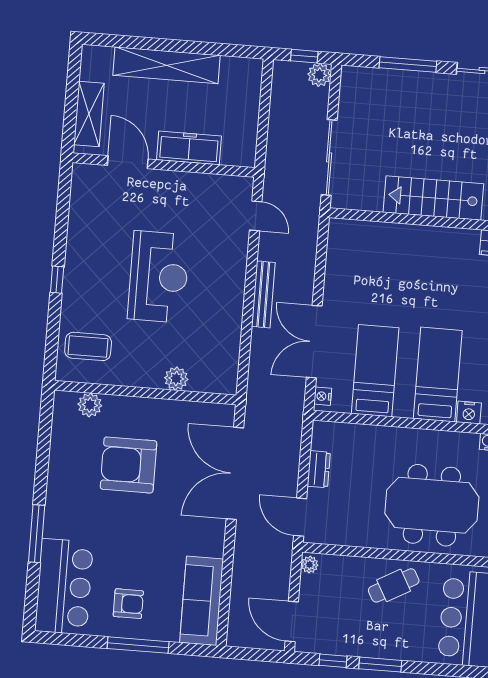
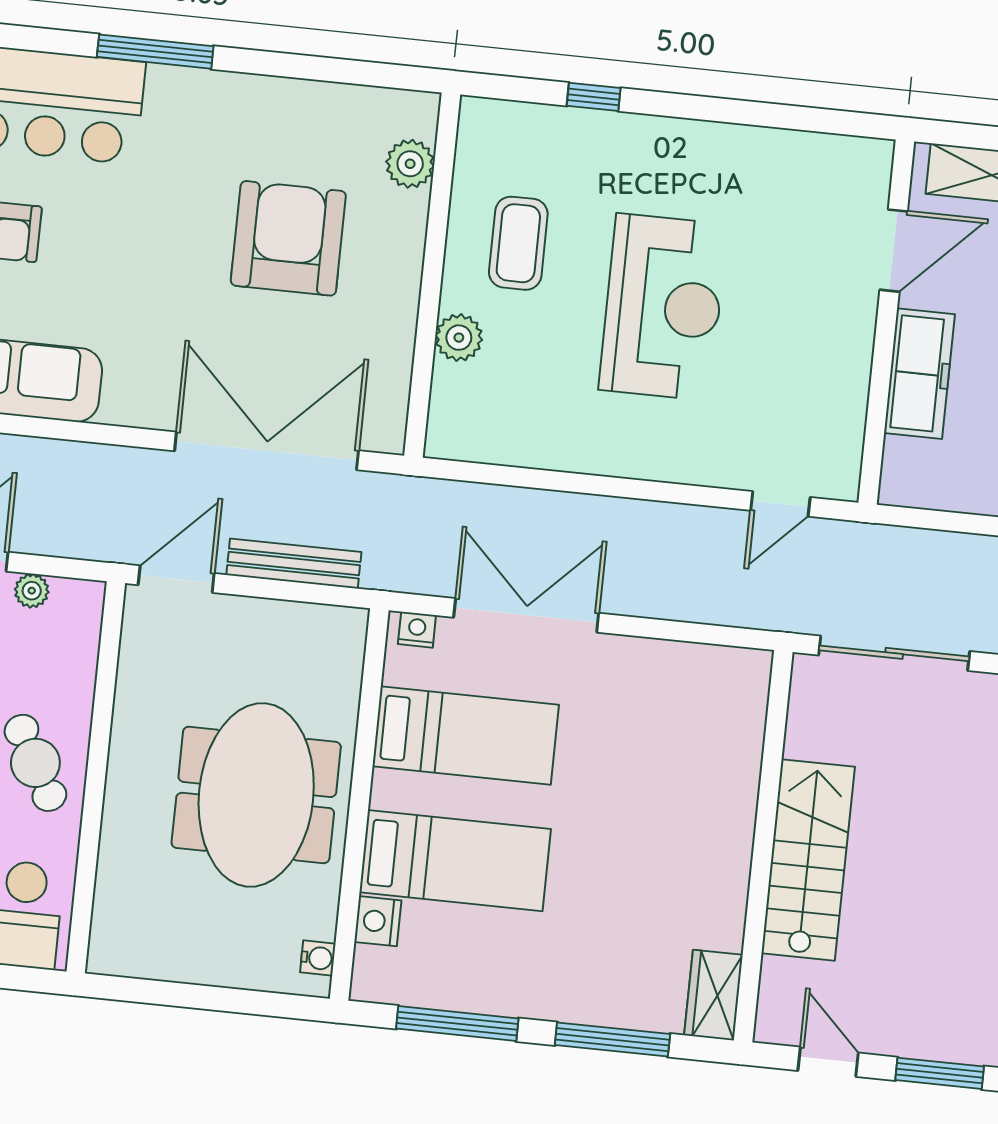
reception desk: (159, 277) -> (663, 307), turned -90
window: (57, 280) -> (594, 97), moved
bench: (263, 294) -> (294, 564), moved
coffee table: (88, 346) -> (518, 243), moved
dresser: (319, 469) -> (271, 618), removed
meeting table: (432, 505) -> (256, 795), moved
plant: (310, 565) -> (32, 591), moved

